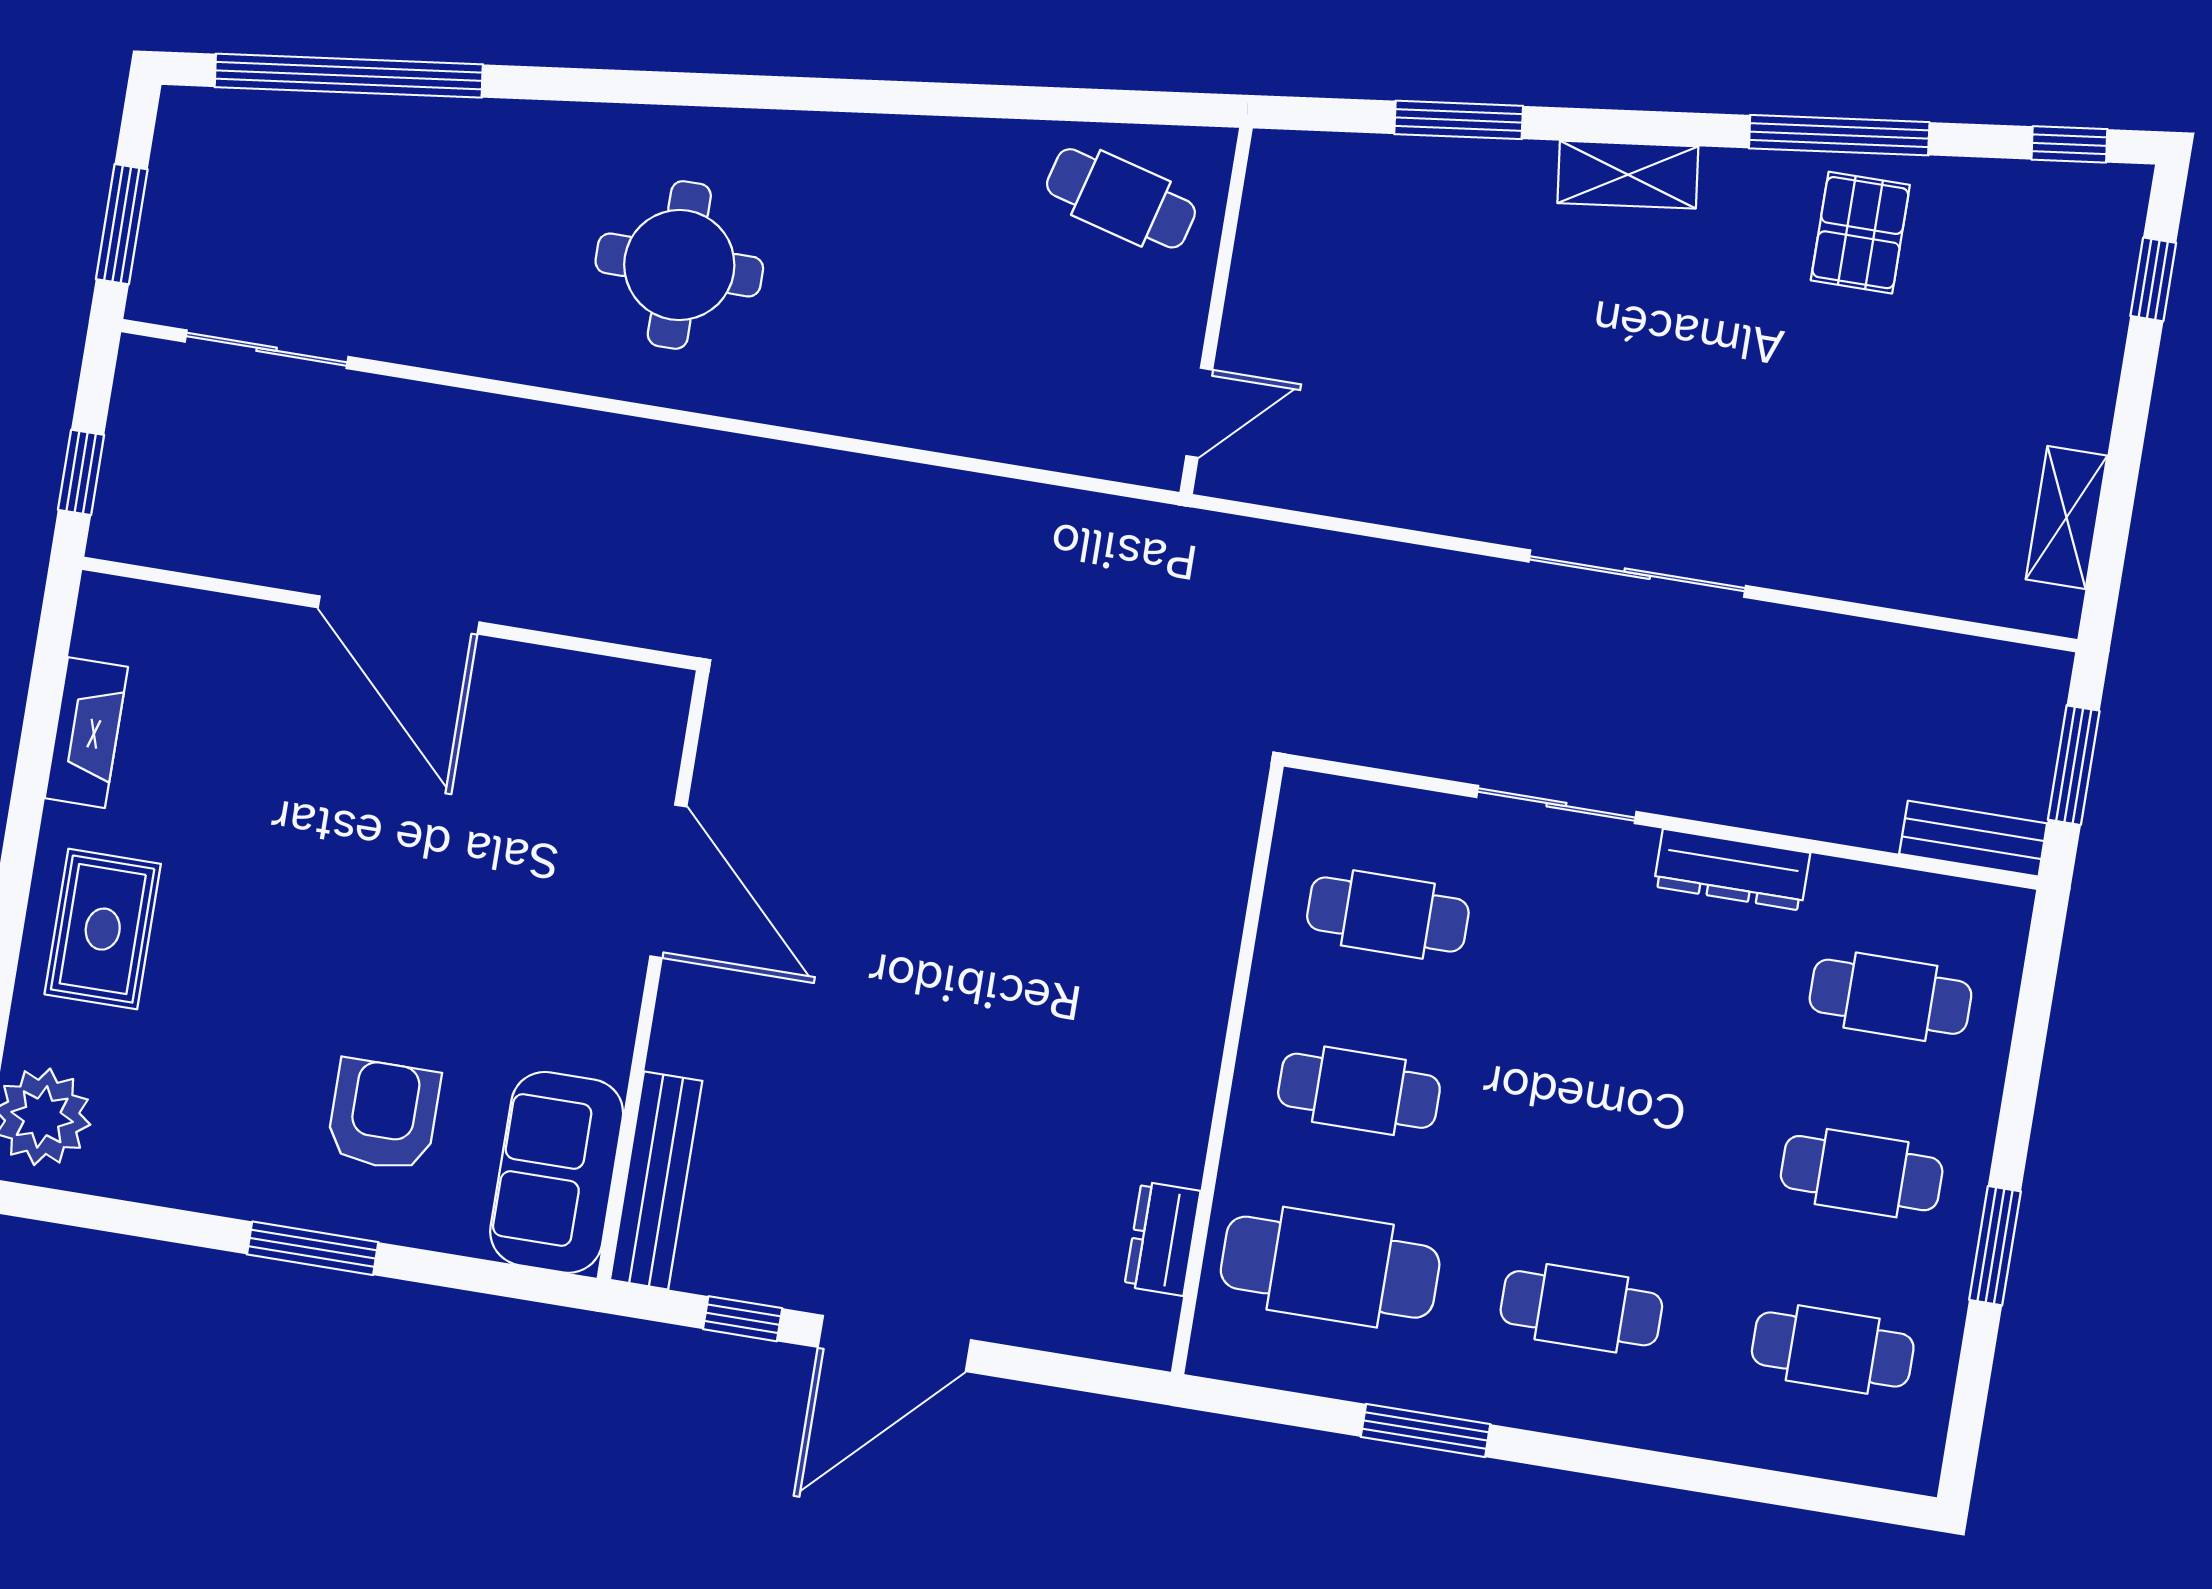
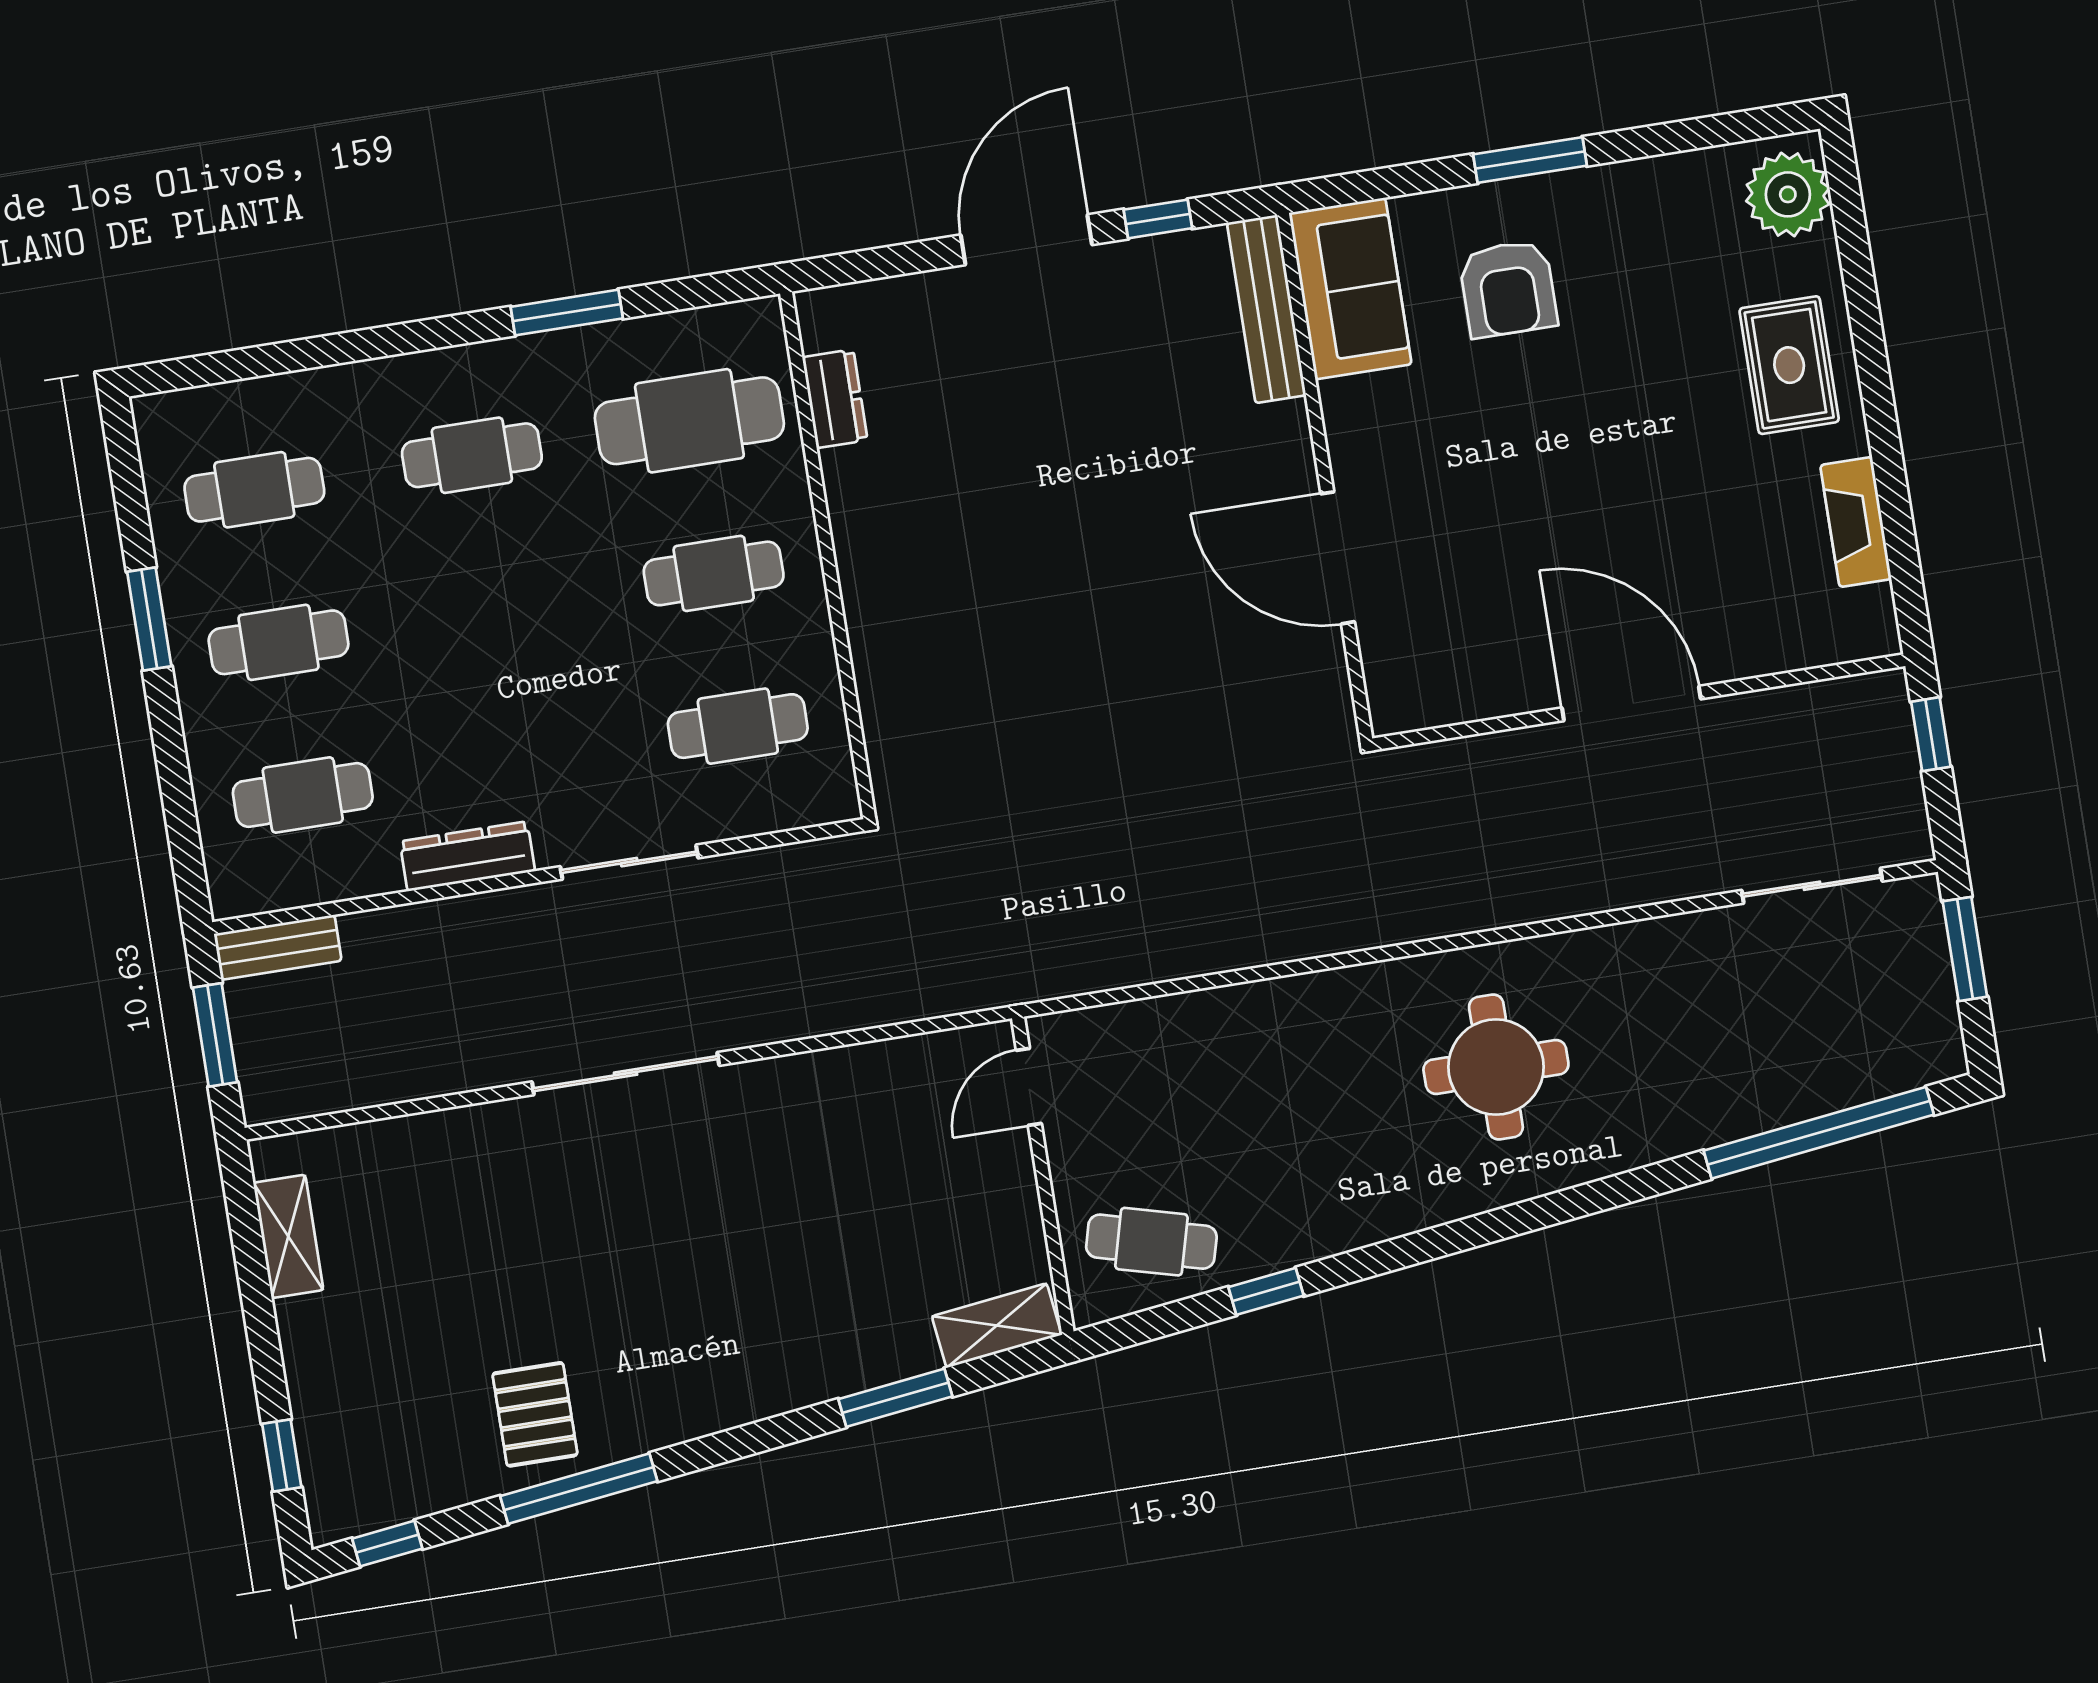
window: (1013, 102) -> (1266, 1291), added
shelving: (1628, 175) -> (997, 1326), moved

